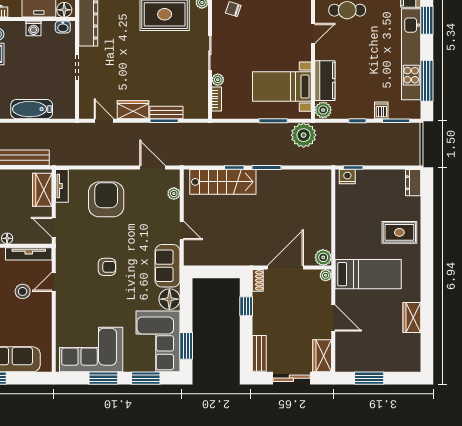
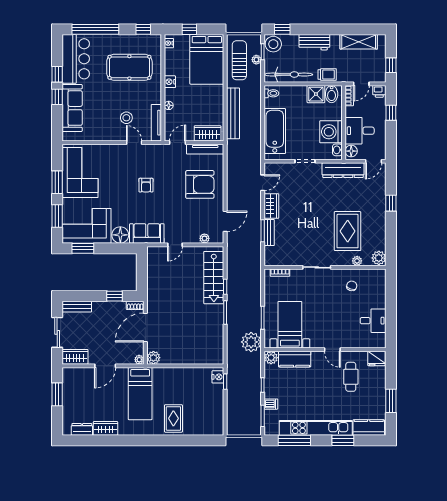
washing machine: (34, 28) -> (331, 132), width x1.89, depth x1.89
plant: (218, 80) -> (295, 274), removed
bathtub: (32, 109) -> (275, 131), width x1.36, depth x1.36
dresser: (413, 183) -> (82, 429), moved
tv unit: (62, 186) -> (205, 149), width x1.41
door: (285, 268) -> (145, 327), swing flipped

